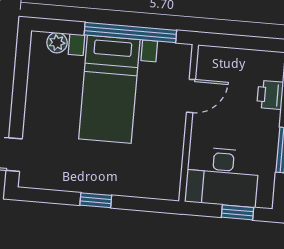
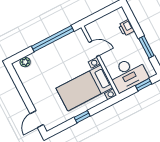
bed with nightstands: (109, 89) -> (84, 88), moved, turned 90
door: (191, 96) -> (94, 49), hinge flipped

